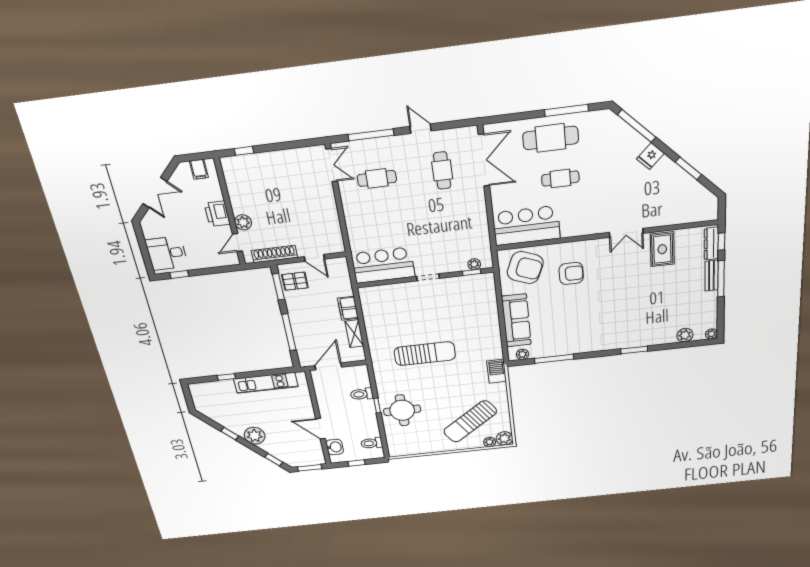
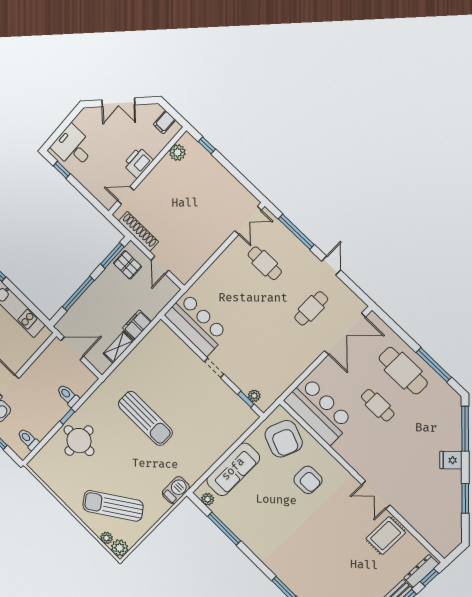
plant: (243, 222) -> (177, 153), moved

